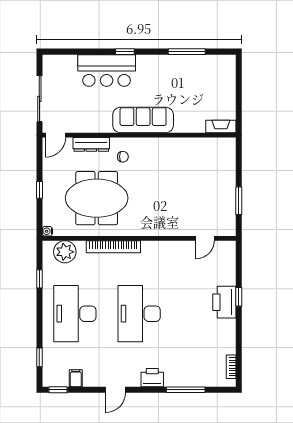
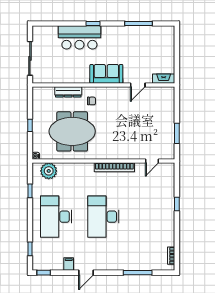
sofa: (143, 120) -> (106, 74), width x0.73
door: (55, 135) -> (138, 85), moved
bookcase: (113, 247) -> (114, 167), moved
printer: (224, 302) -> (166, 208), removed
filing cabinet: (76, 378) -> (69, 264), moved
printer: (152, 378) -> (113, 264), removed

